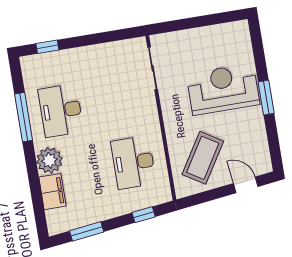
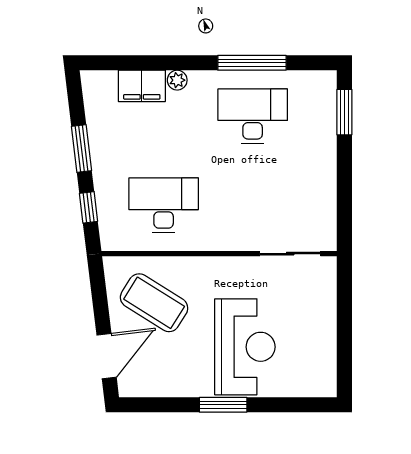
window: (47, 47) -> (344, 112), width x1.50
plant: (49, 160) -> (177, 80), width x0.53, depth x0.53
door: (246, 185) -> (107, 356), width x1.38
window: (87, 231) -> (81, 149), moved

